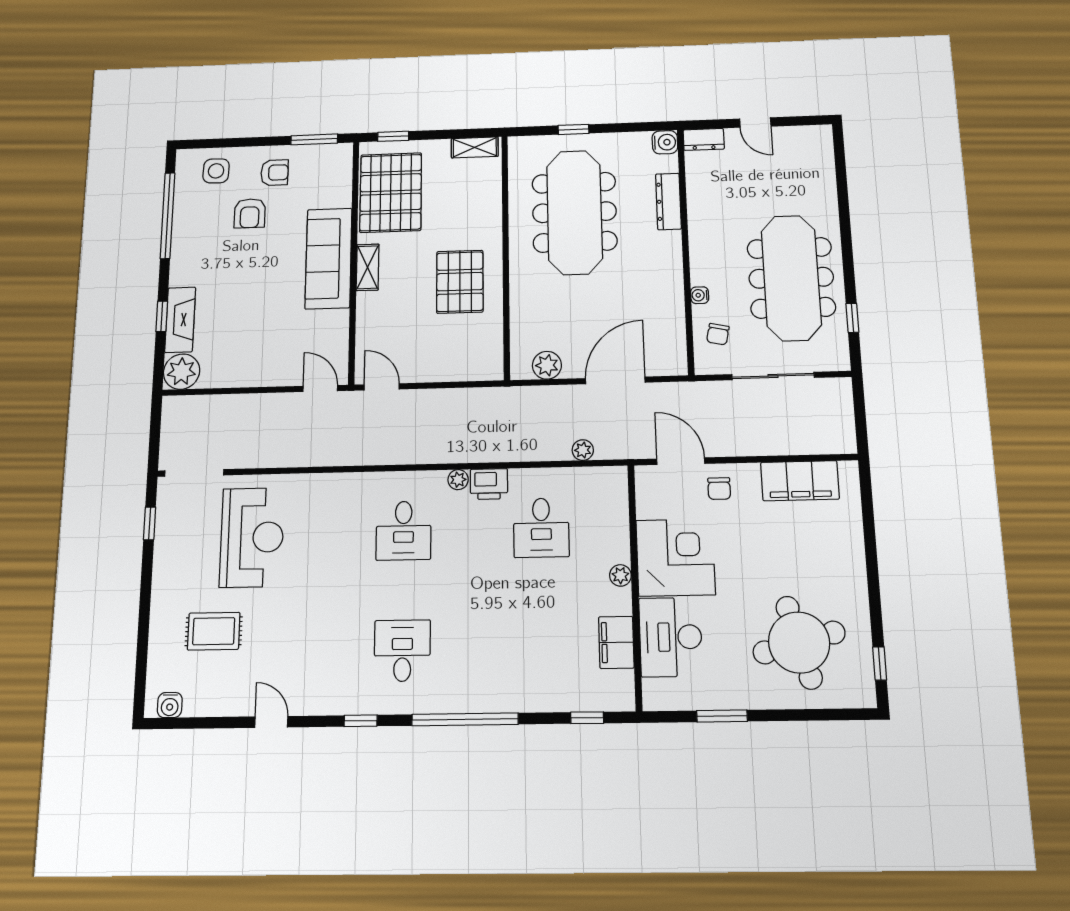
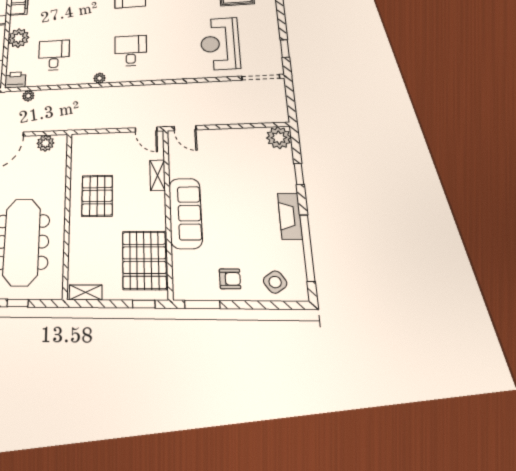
side table: (216, 171) -> (275, 282), turned -36
armchair: (275, 173) -> (230, 279), turned 180
armchair: (250, 213) -> (245, 248), removed
shelving: (368, 267) -> (157, 175), moved
fireplace: (180, 320) -> (290, 216), moved
printer: (489, 484) -> (15, 80), moved
plant: (620, 575) -> (19, 38), width x1.88, depth x1.88

